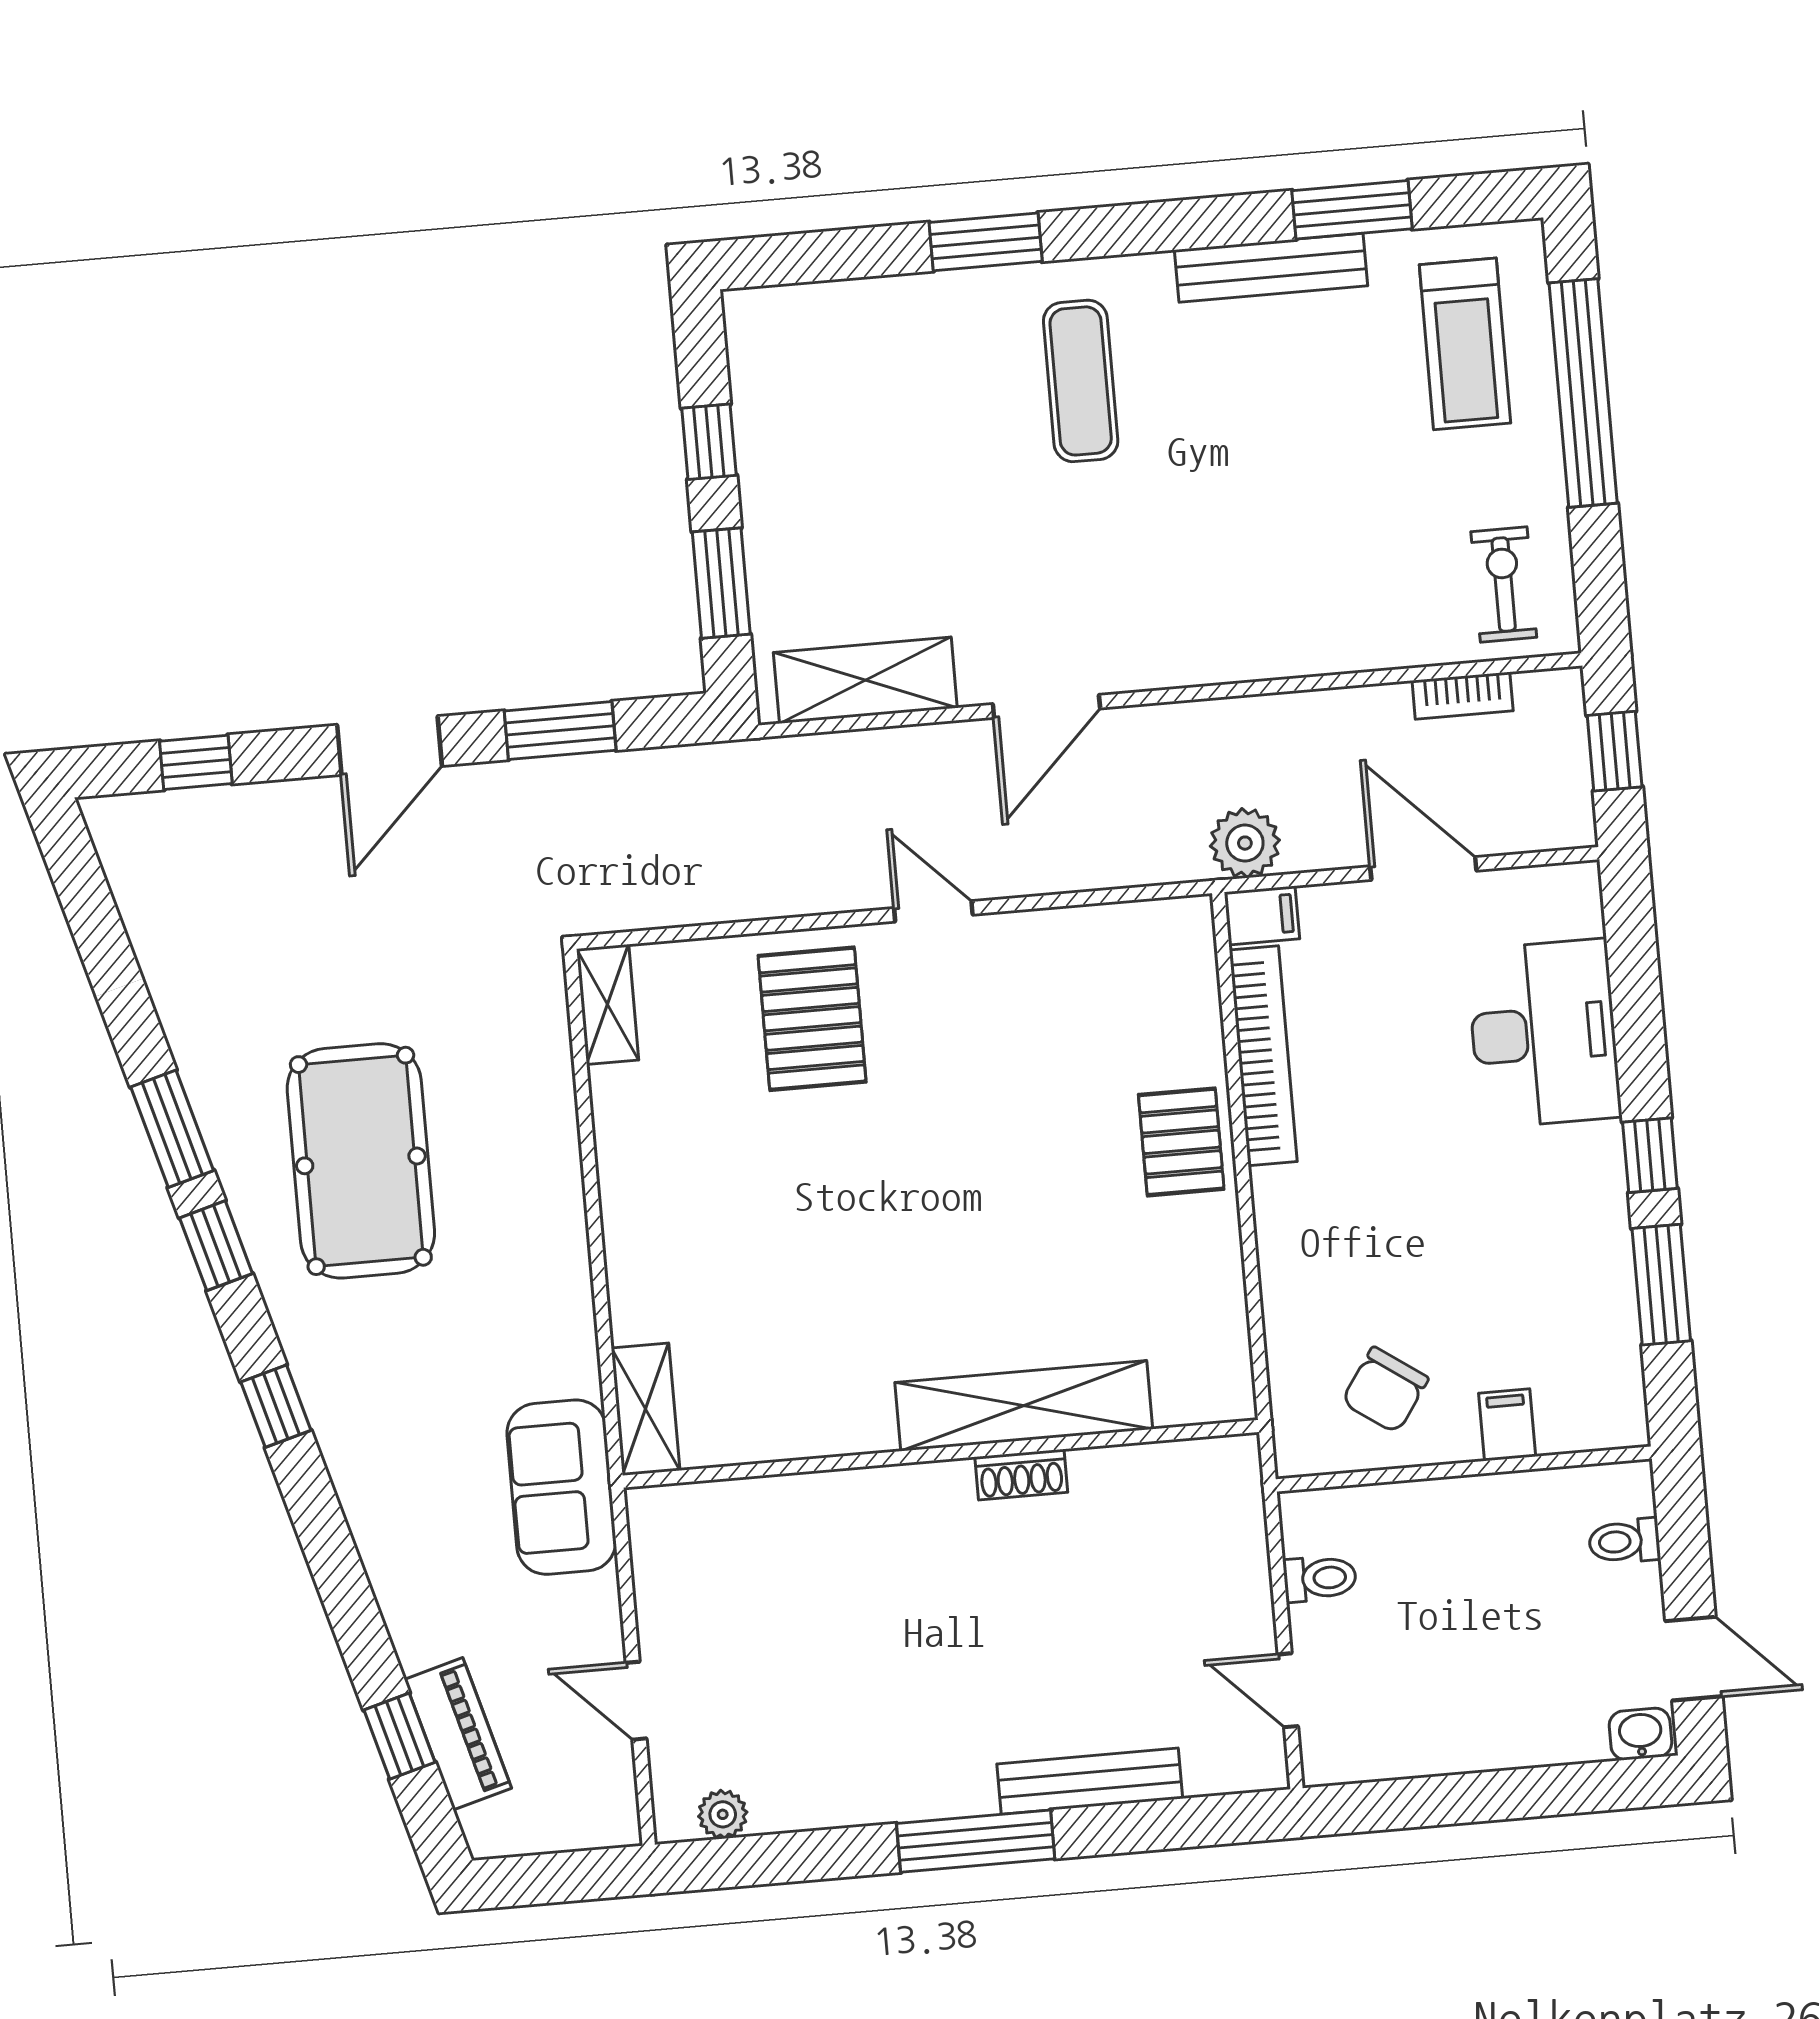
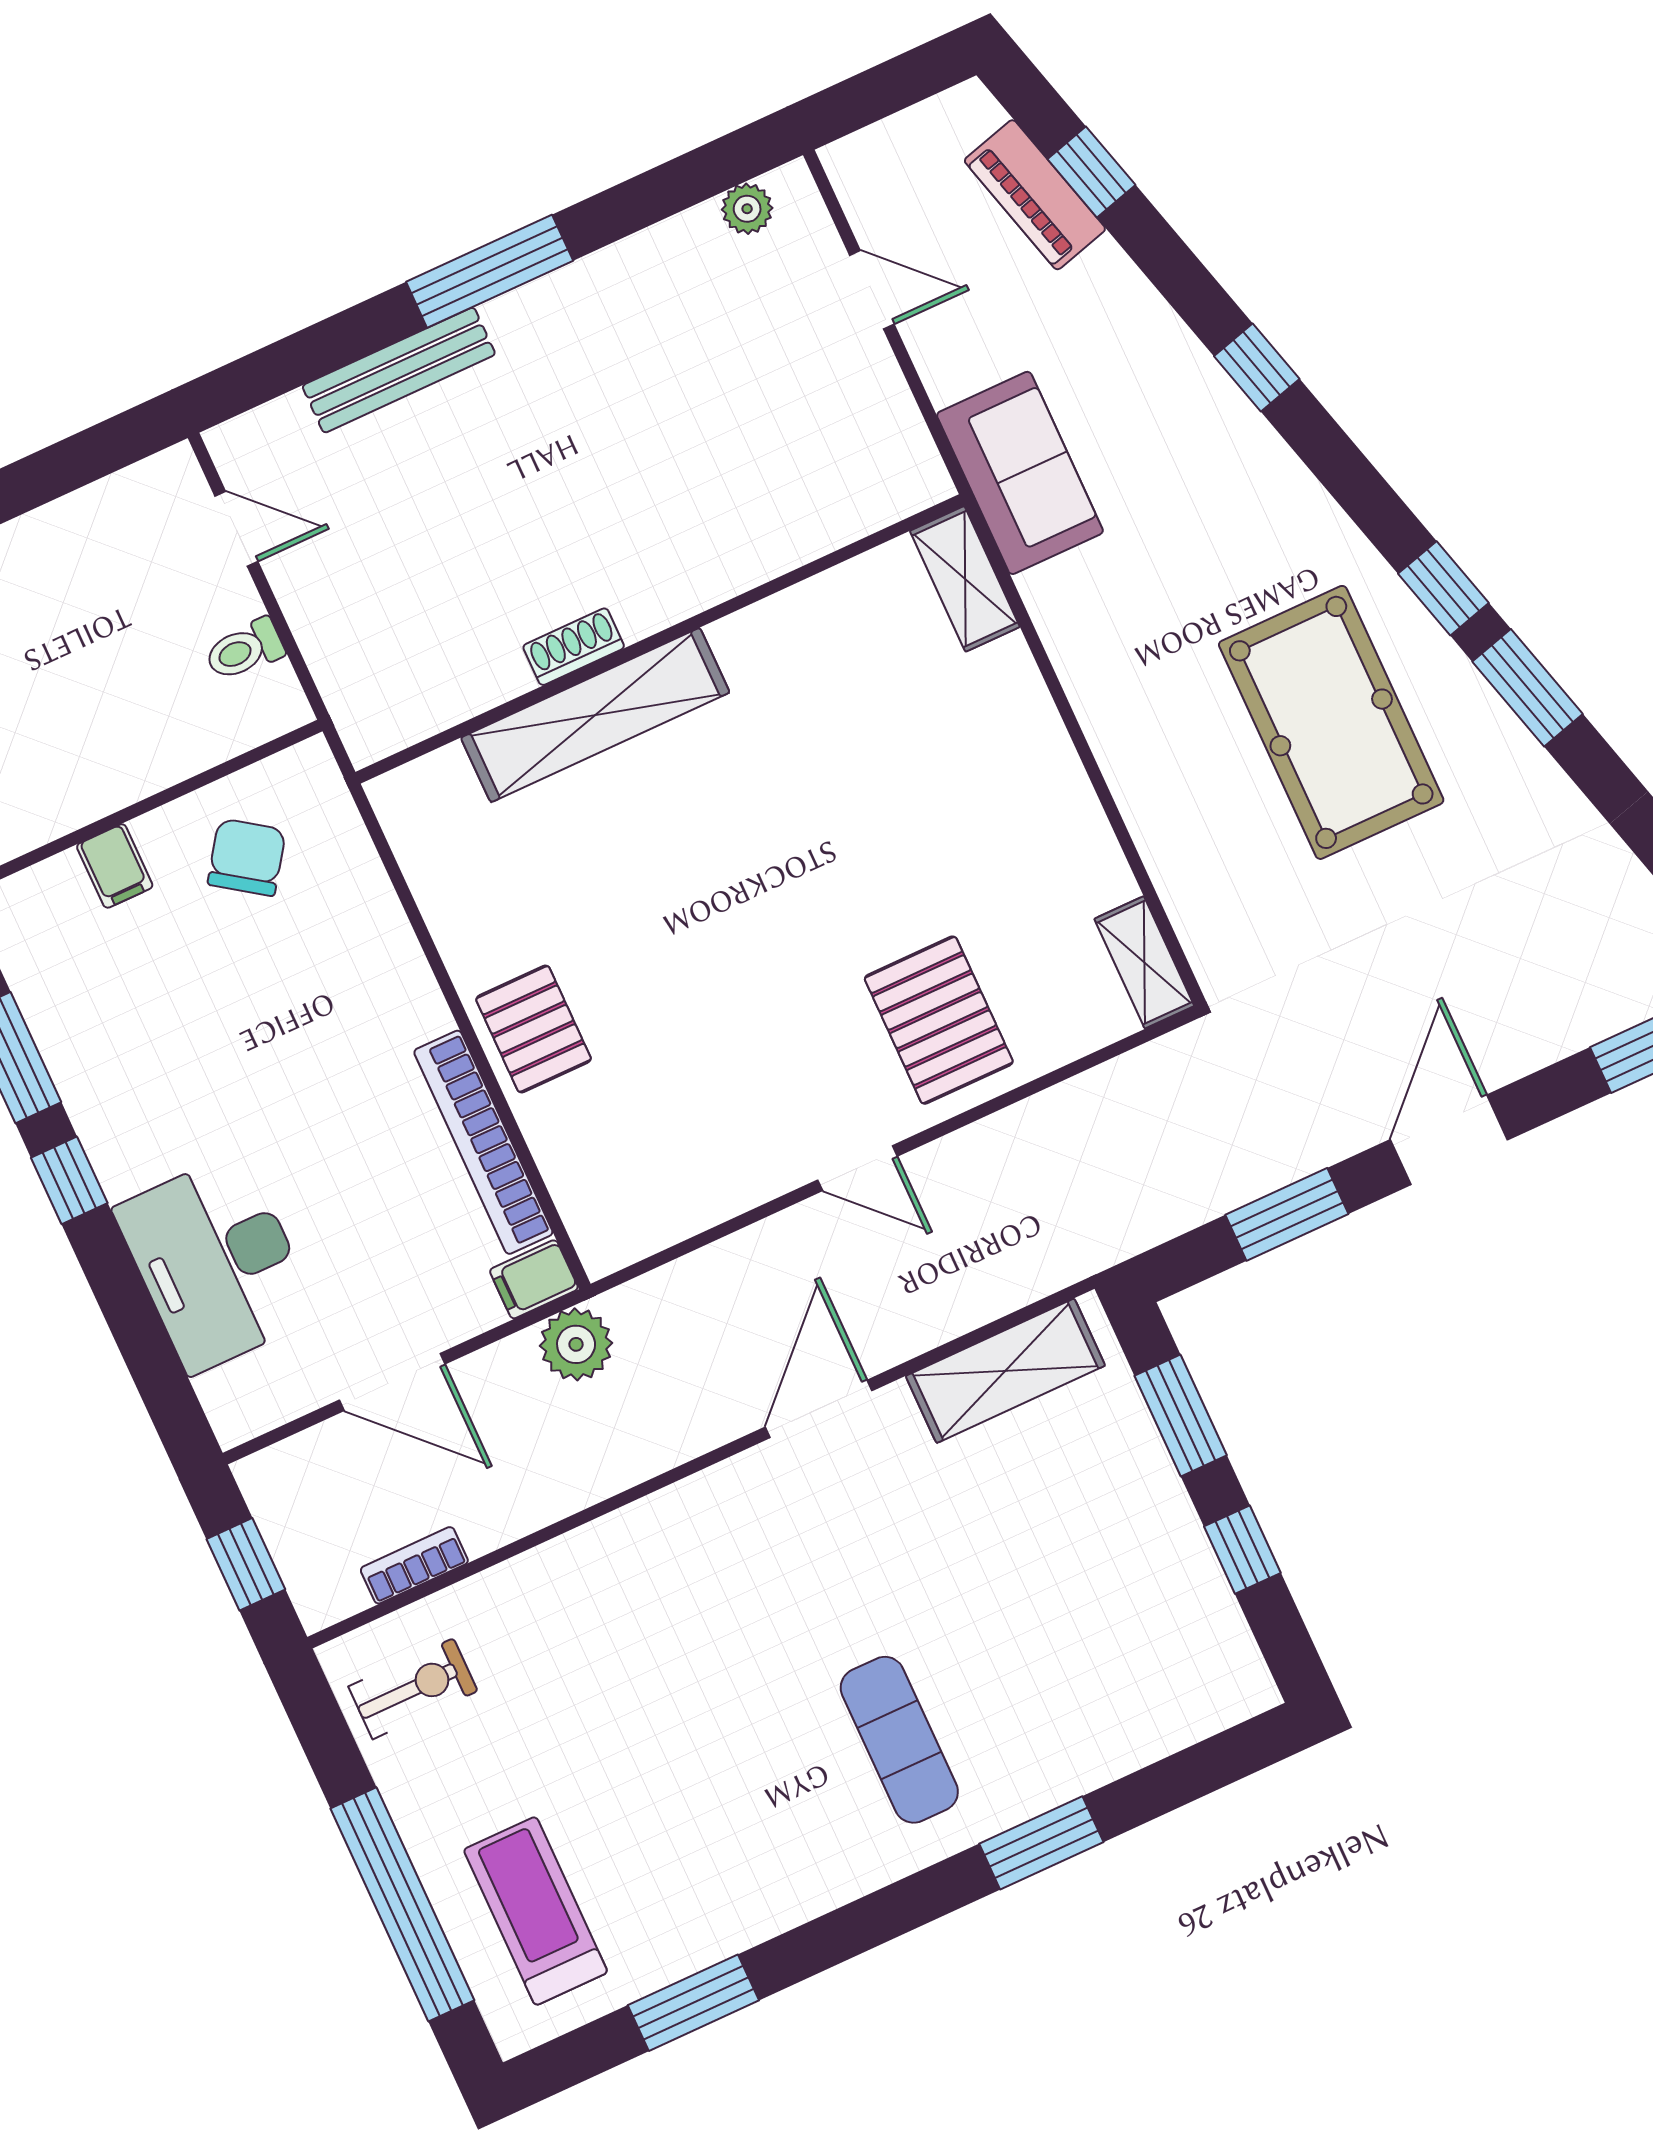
bench: (1271, 268) -> (752, 1917), removed
exercise bike: (1504, 585) -> (413, 1689), turned -90
window: (276, 1406) -> (1257, 367), moved

